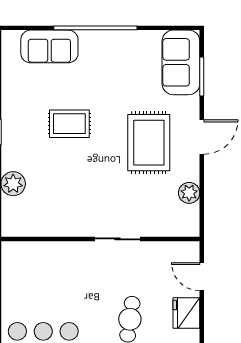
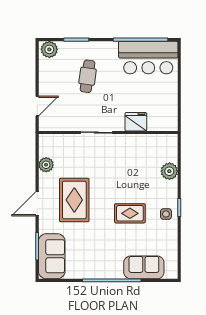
side table: (18, 123) -> (166, 214), added
door: (202, 277) -> (37, 106), hinge flipped
fridge: (186, 313) -> (136, 122), moved, turned -90

